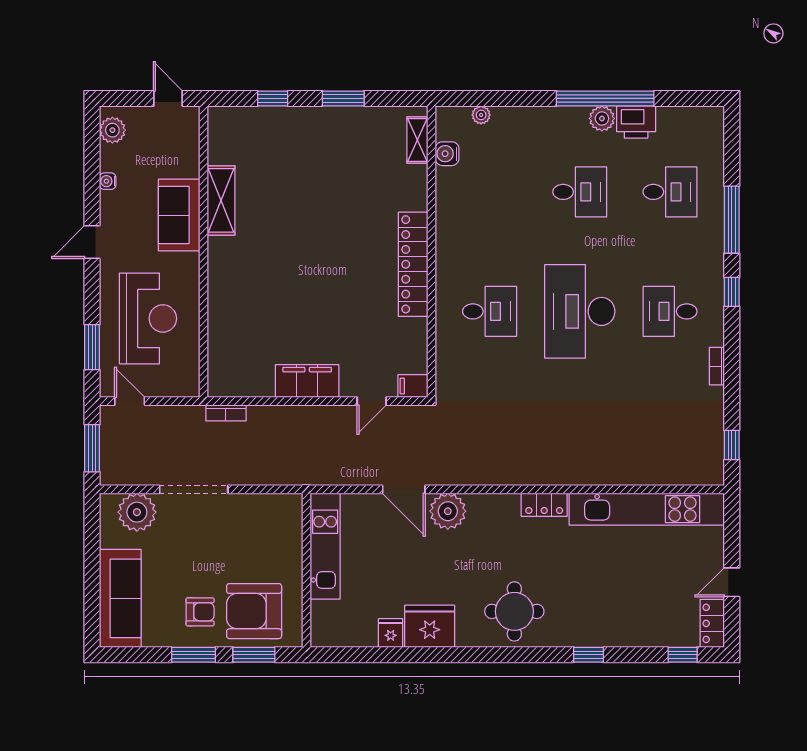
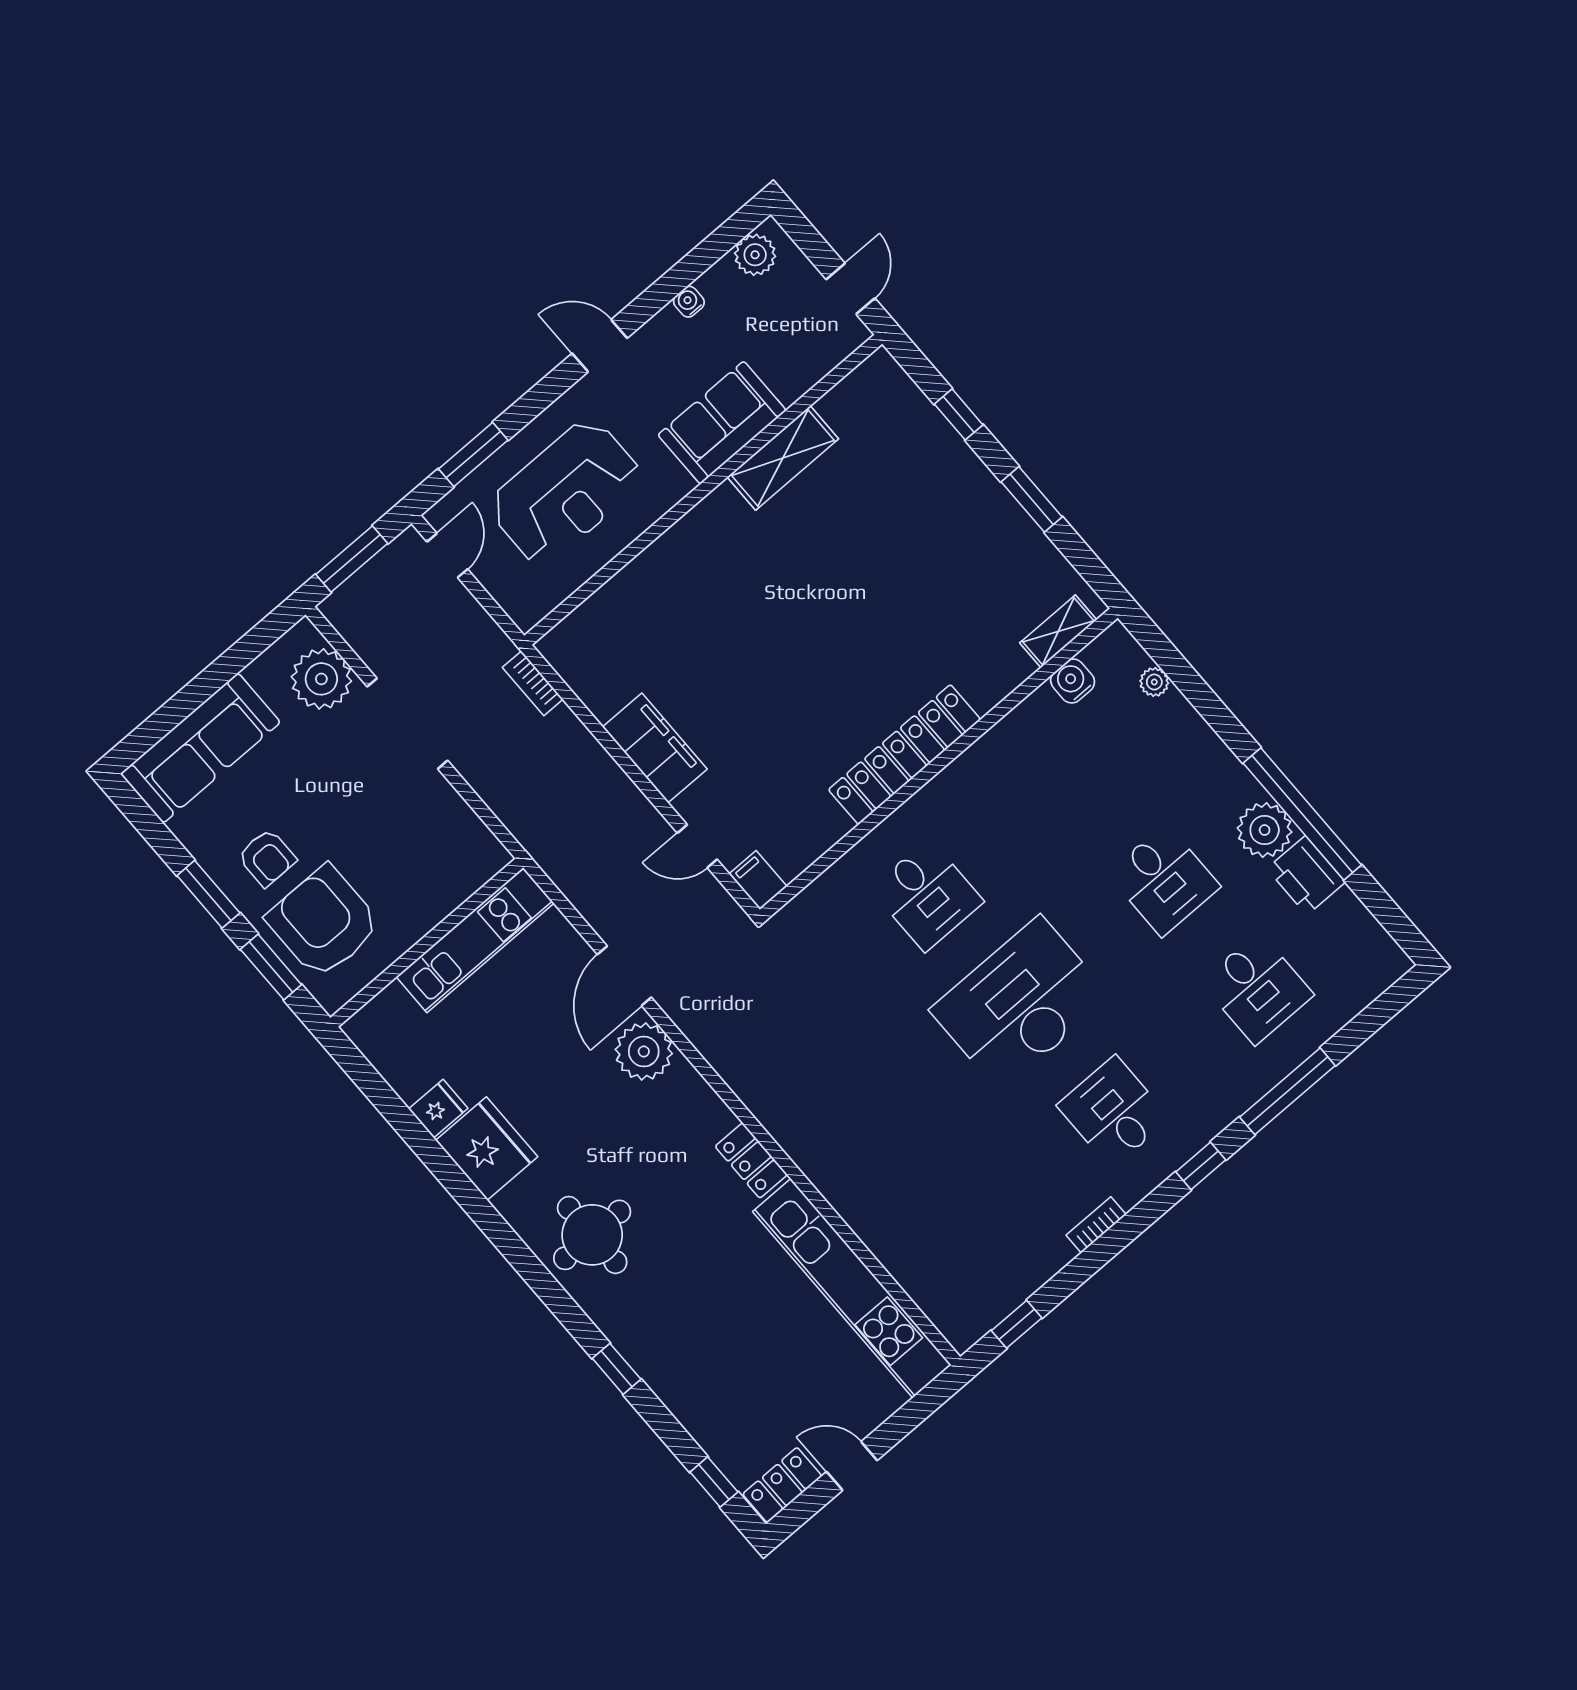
plant: (602, 118) -> (1265, 830), width x1.36, depth x1.36

